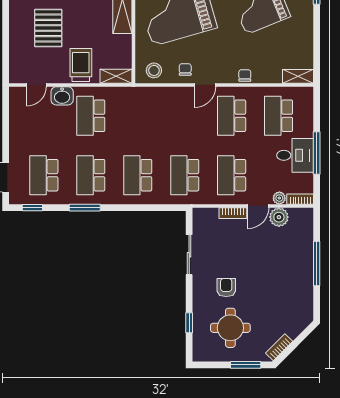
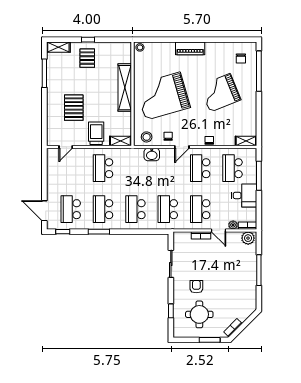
washbasin: (62, 96) -> (152, 154), moved
window: (317, 153) -> (259, 176), moved
door: (258, 206) -> (218, 230), hinge flipped
plant: (279, 217) -> (248, 238), moved

